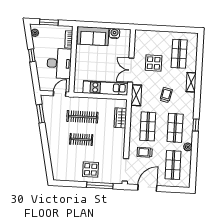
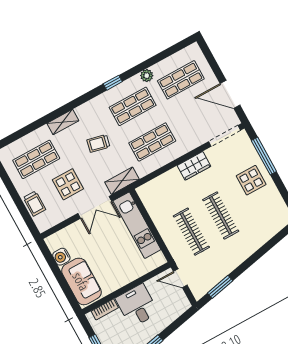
desk: (59, 63) -> (137, 306), width x0.73
wardrobe: (120, 118) -> (194, 166), moved
clothes rail: (81, 139) -> (221, 215), width x1.36
trolley: (145, 152) -> (34, 204), moved

